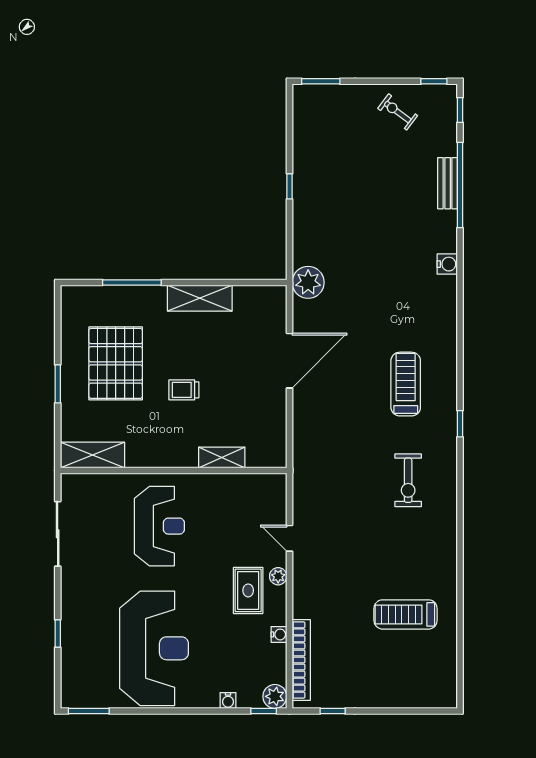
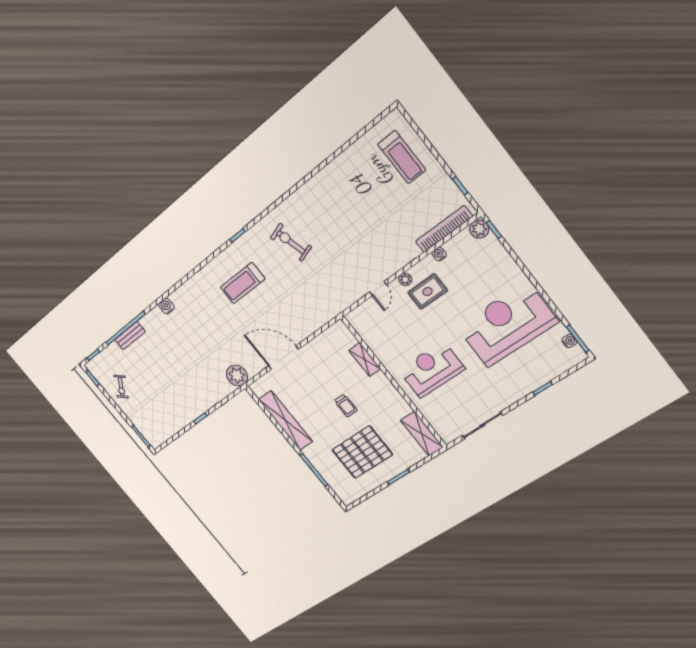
shelving: (200, 298) -> (286, 420), width x1.47
exercise bike: (408, 480) -> (291, 242), turned -106
treadmill: (406, 614) -> (402, 157), moved
water cooler: (228, 700) -> (569, 341), moved

